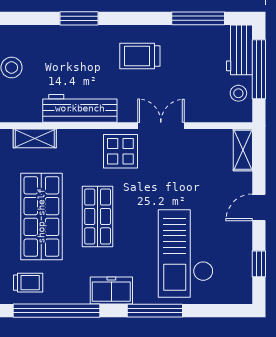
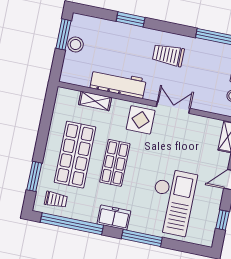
shelving: (35, 138) -> (95, 101), moved
checkout: (186, 254) -> (172, 202), turned 180

